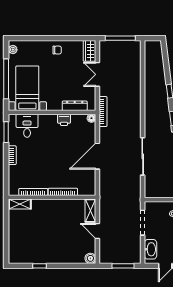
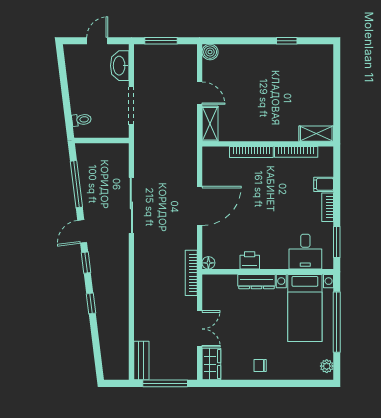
bench: (136, 53) -> (141, 361), added
dresser: (75, 106) -> (256, 282), moved
filing cabinet: (15, 170) -> (324, 184), added

